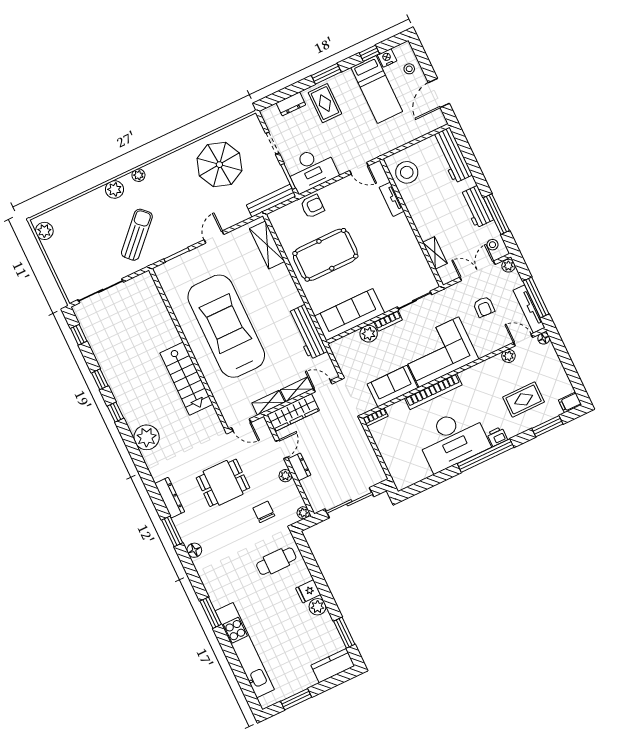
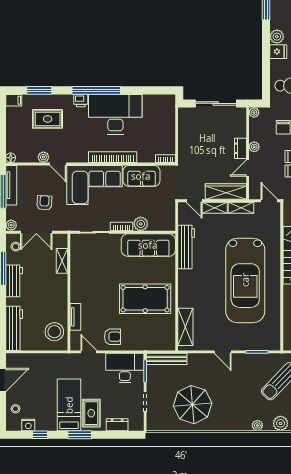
bed: (377, 90) -> (69, 405), moved
armchair: (312, 206) -> (112, 337), moved, turned 180
door: (214, 237) -> (223, 352), hinge flipped
door: (523, 340) -> (58, 164), moved

